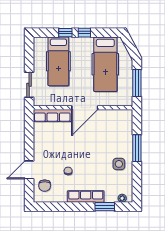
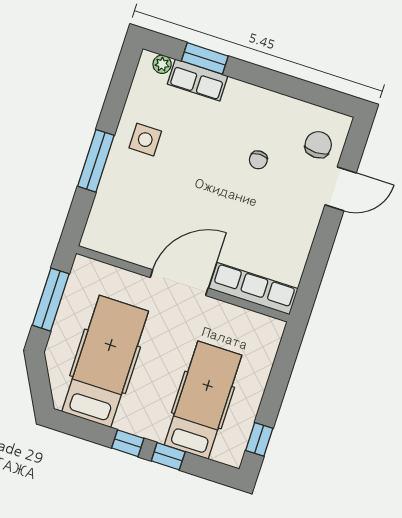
window: (29, 52) -> (259, 439), added
sliding door: (29, 85) -> (282, 370), removed
row of seats: (86, 196) -> (198, 80), moved, width x0.68

